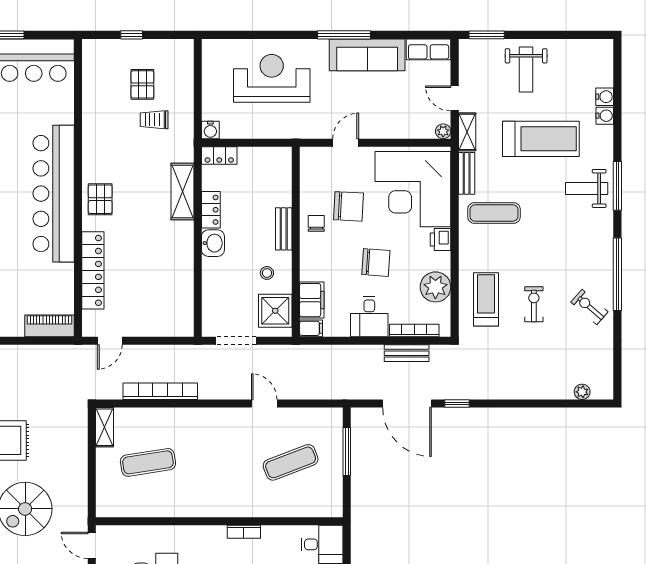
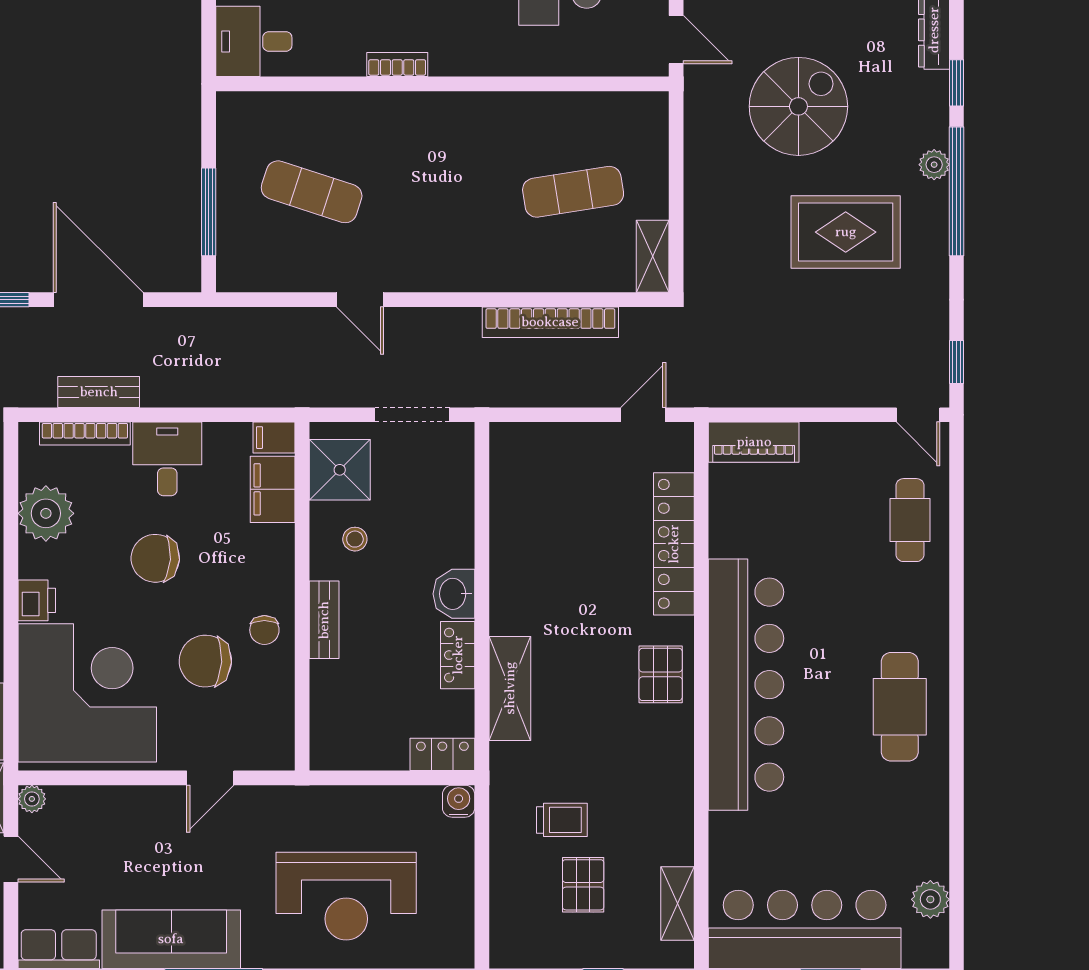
shelving: (91, 74) -> (677, 904), added
exercise mat: (291, 462) -> (312, 192), turned 39

